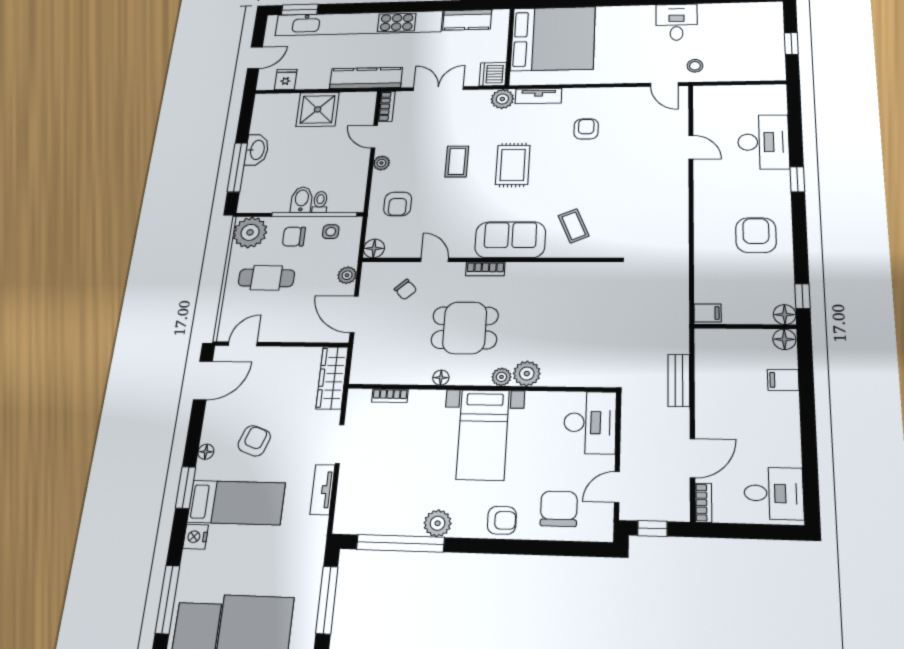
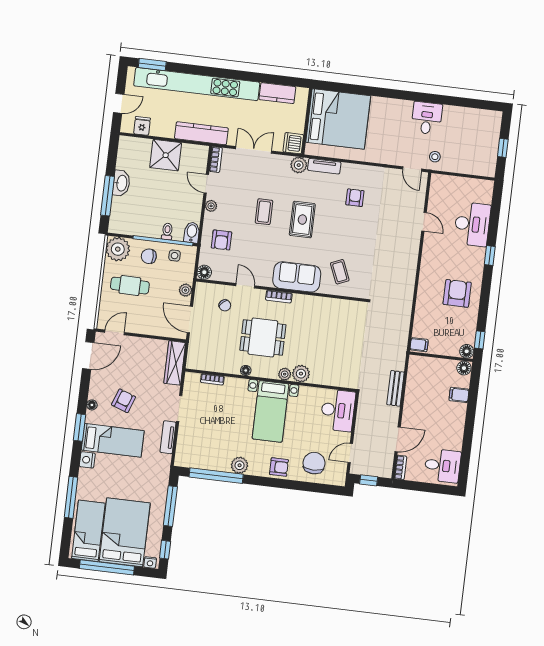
bidet: (302, 200) -> (192, 232), moved

